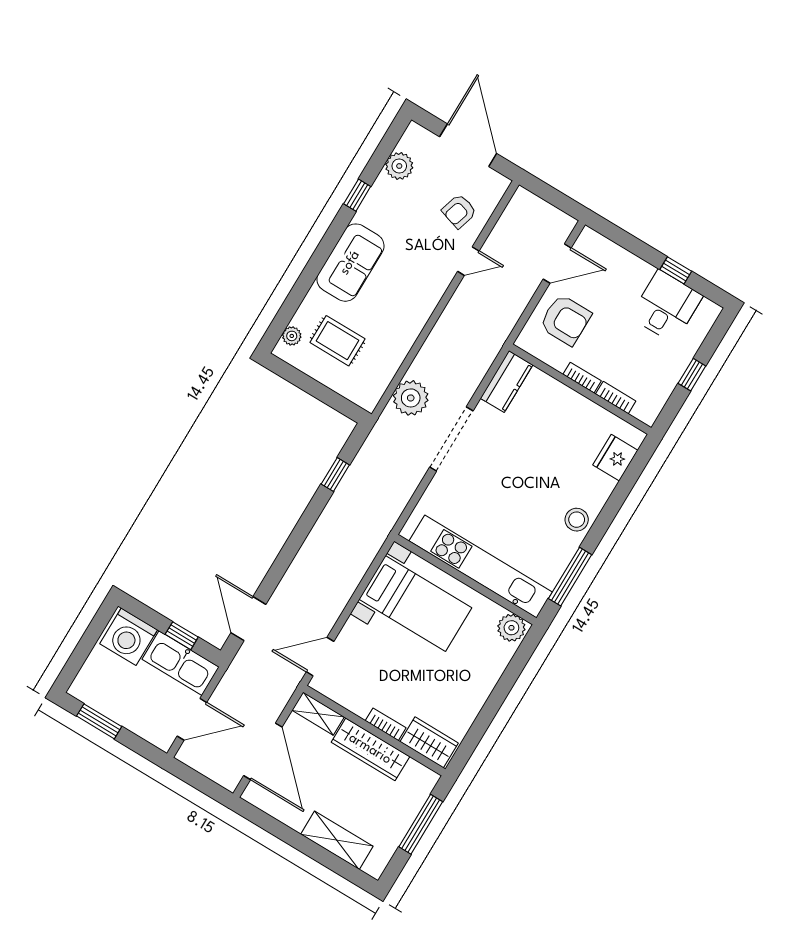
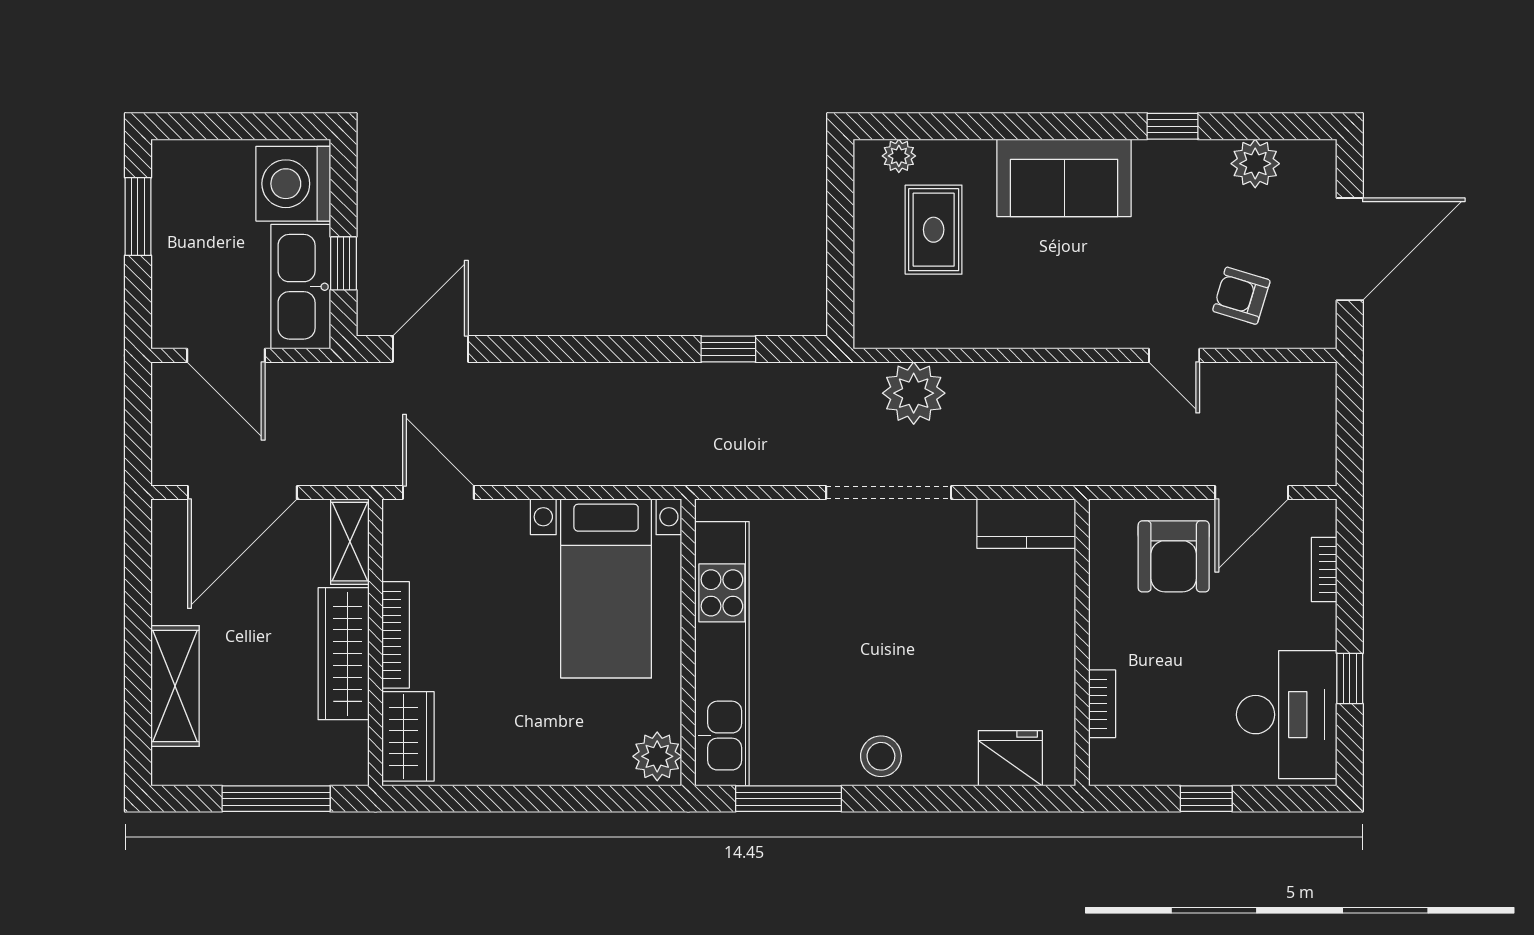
door: (557, 264) -> (1252, 492), hinge flipped
desk: (666, 306) -> (1287, 715), width x1.37
bookcase: (582, 378) -> (1324, 569), moved, turned 180
bookcase: (386, 724) -> (396, 635), width x1.56

